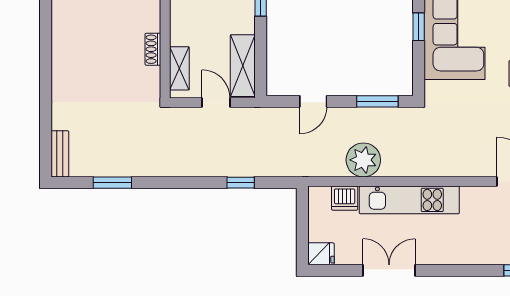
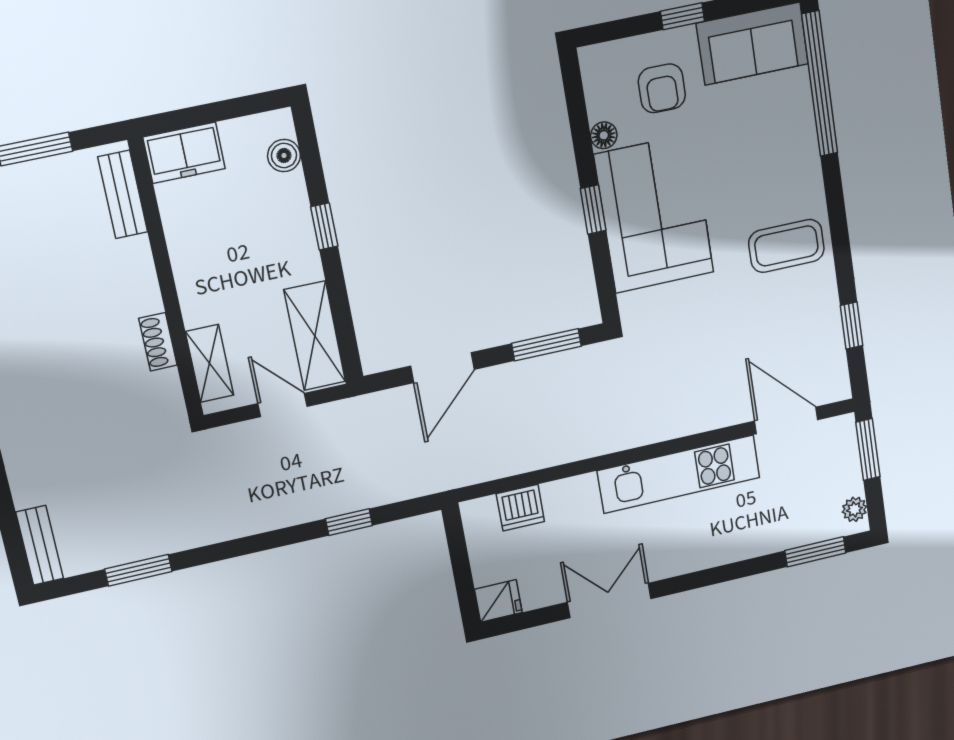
door: (313, 101) -> (442, 368), width x1.38
plant: (363, 160) -> (540, 442), removed
kitchen unit: (409, 200) -> (679, 474), moved

